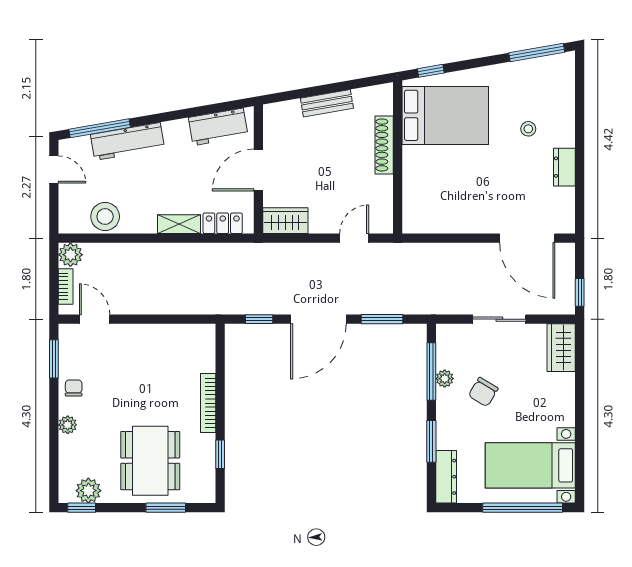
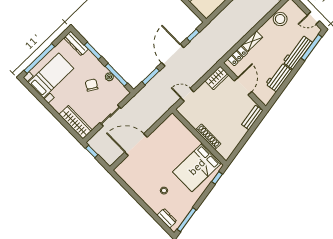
bench: (327, 103) -> (252, 118), moved
workbench: (218, 127) -> (279, 77), moved
dresser: (564, 167) -> (167, 218), moved
door: (354, 238) -> (187, 95), swing flipped
door: (527, 238) -> (136, 145), moved
wardrobe: (561, 348) -> (76, 122), width x1.50

